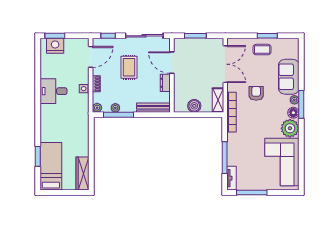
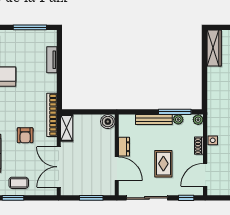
boiler: (194, 106) -> (108, 122), moved
bench: (153, 108) -> (154, 120), moved
window: (225, 158) -> (59, 65), removed
tv unit: (232, 178) -> (52, 60), moved

